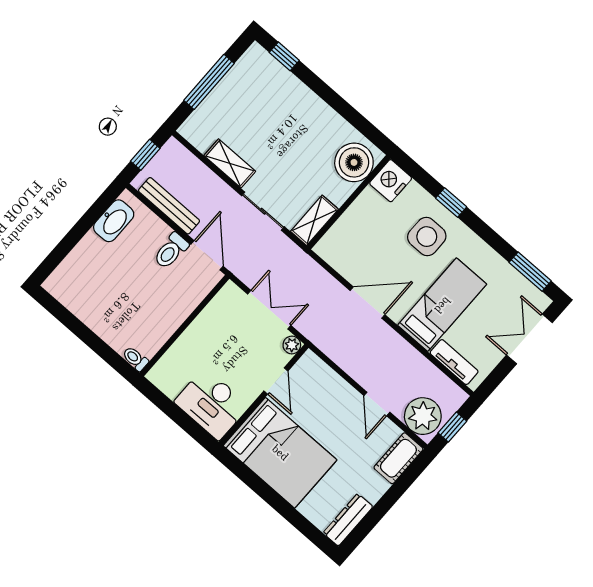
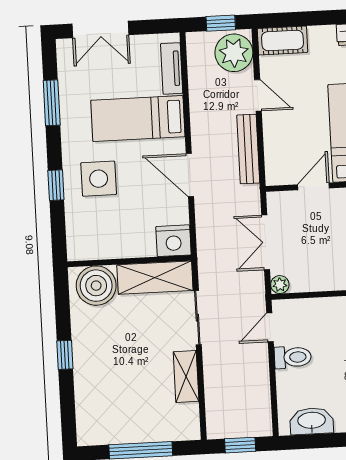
window: (284, 56) -> (65, 355), moved
nightstand: (391, 181) -> (173, 241), moved
bench: (169, 206) -> (248, 149), moved
shelving: (314, 220) -> (155, 278), width x1.50, depth x1.33
door: (207, 255) -> (270, 327), width x0.73
window: (530, 272) -> (52, 103), moved
plant: (292, 345) -> (280, 285), moved
door: (377, 404) -> (258, 95), hinge flipped

